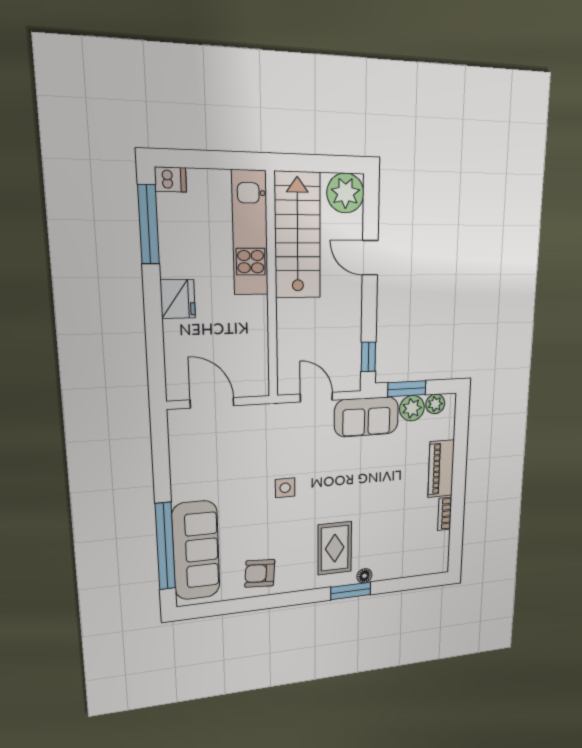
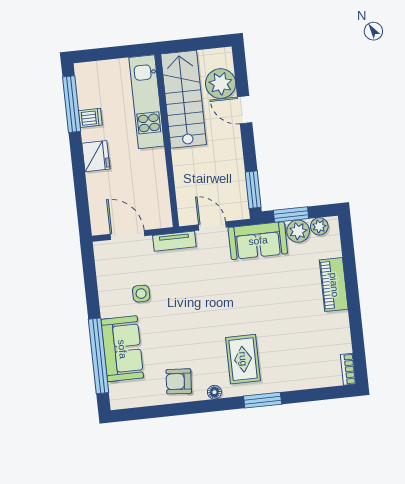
dishwasher: (170, 179) -> (90, 118), moved
plant: (345, 193) -> (221, 84), moved
window: (368, 357) -> (253, 190), width x1.50
tv unit: (270, 413) -> (174, 241), added
side table: (285, 488) -> (141, 294), moved
bookcase: (445, 514) -> (348, 369), moved
sofa: (196, 551) -> (122, 349), width x0.73
floor lamp: (364, 576) -> (214, 392), moved

